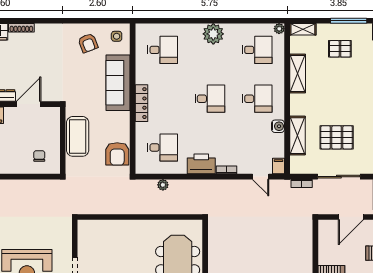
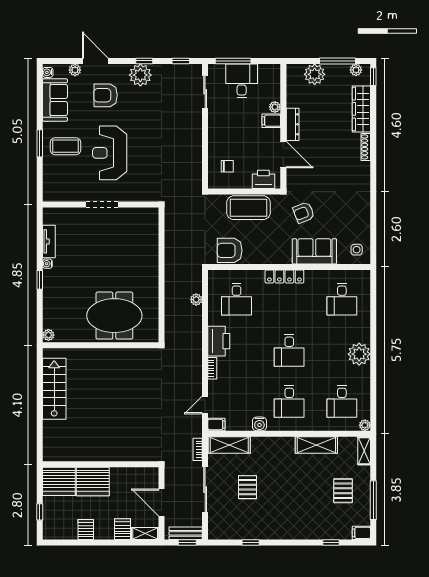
armchair: (88, 43) -> (304, 213), moved
sofa: (118, 83) -> (314, 251), width x0.73
printer: (51, 123) -> (263, 179), added
shelving: (298, 136) -> (229, 445), moved
pallet: (337, 137) -> (247, 487), width x0.67, depth x0.71

